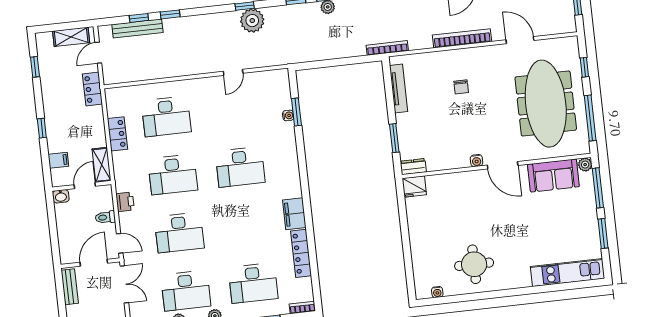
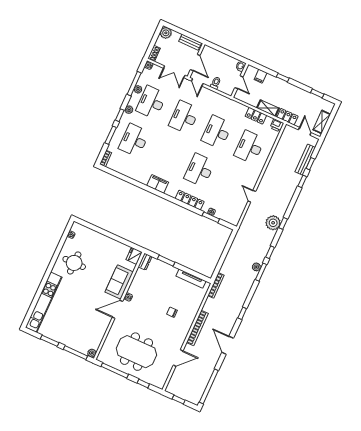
meeting table: (546, 104) -> (136, 352), width x0.73
shelving: (102, 165) -> (268, 108), moved
sofa: (553, 175) -> (119, 282), moved
printer: (125, 202) -> (277, 125), moved
door: (120, 243) -> (197, 82), hinge flipped
locker: (301, 253) -> (190, 200), moved
kitchen unit: (568, 273) -> (44, 302), width x1.36

